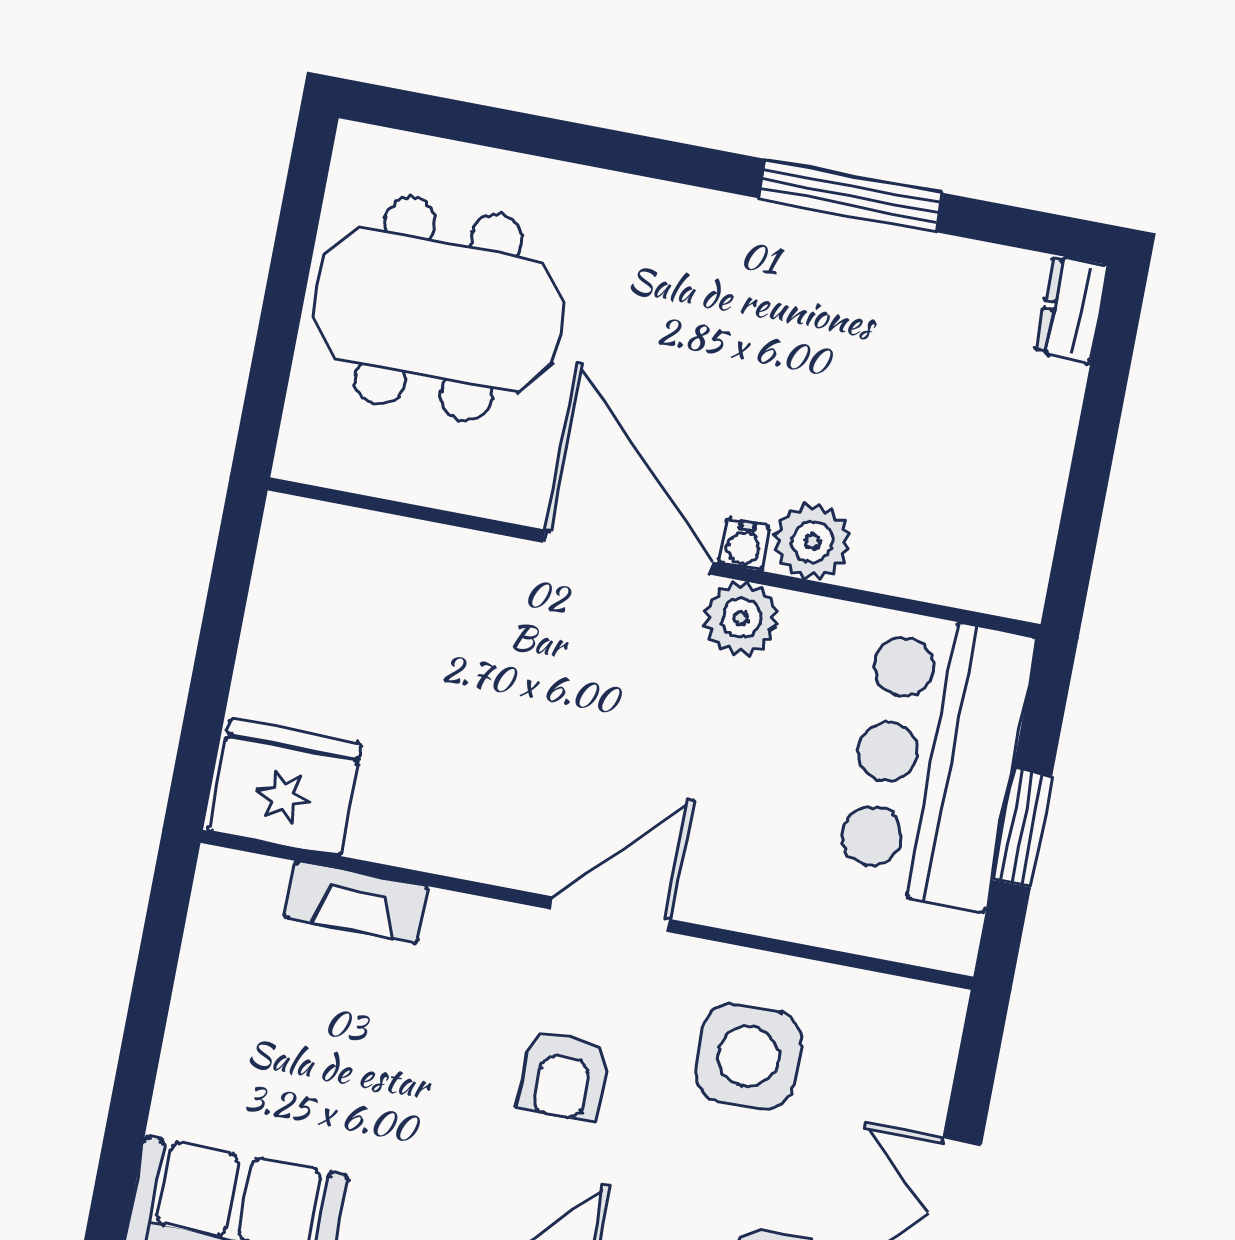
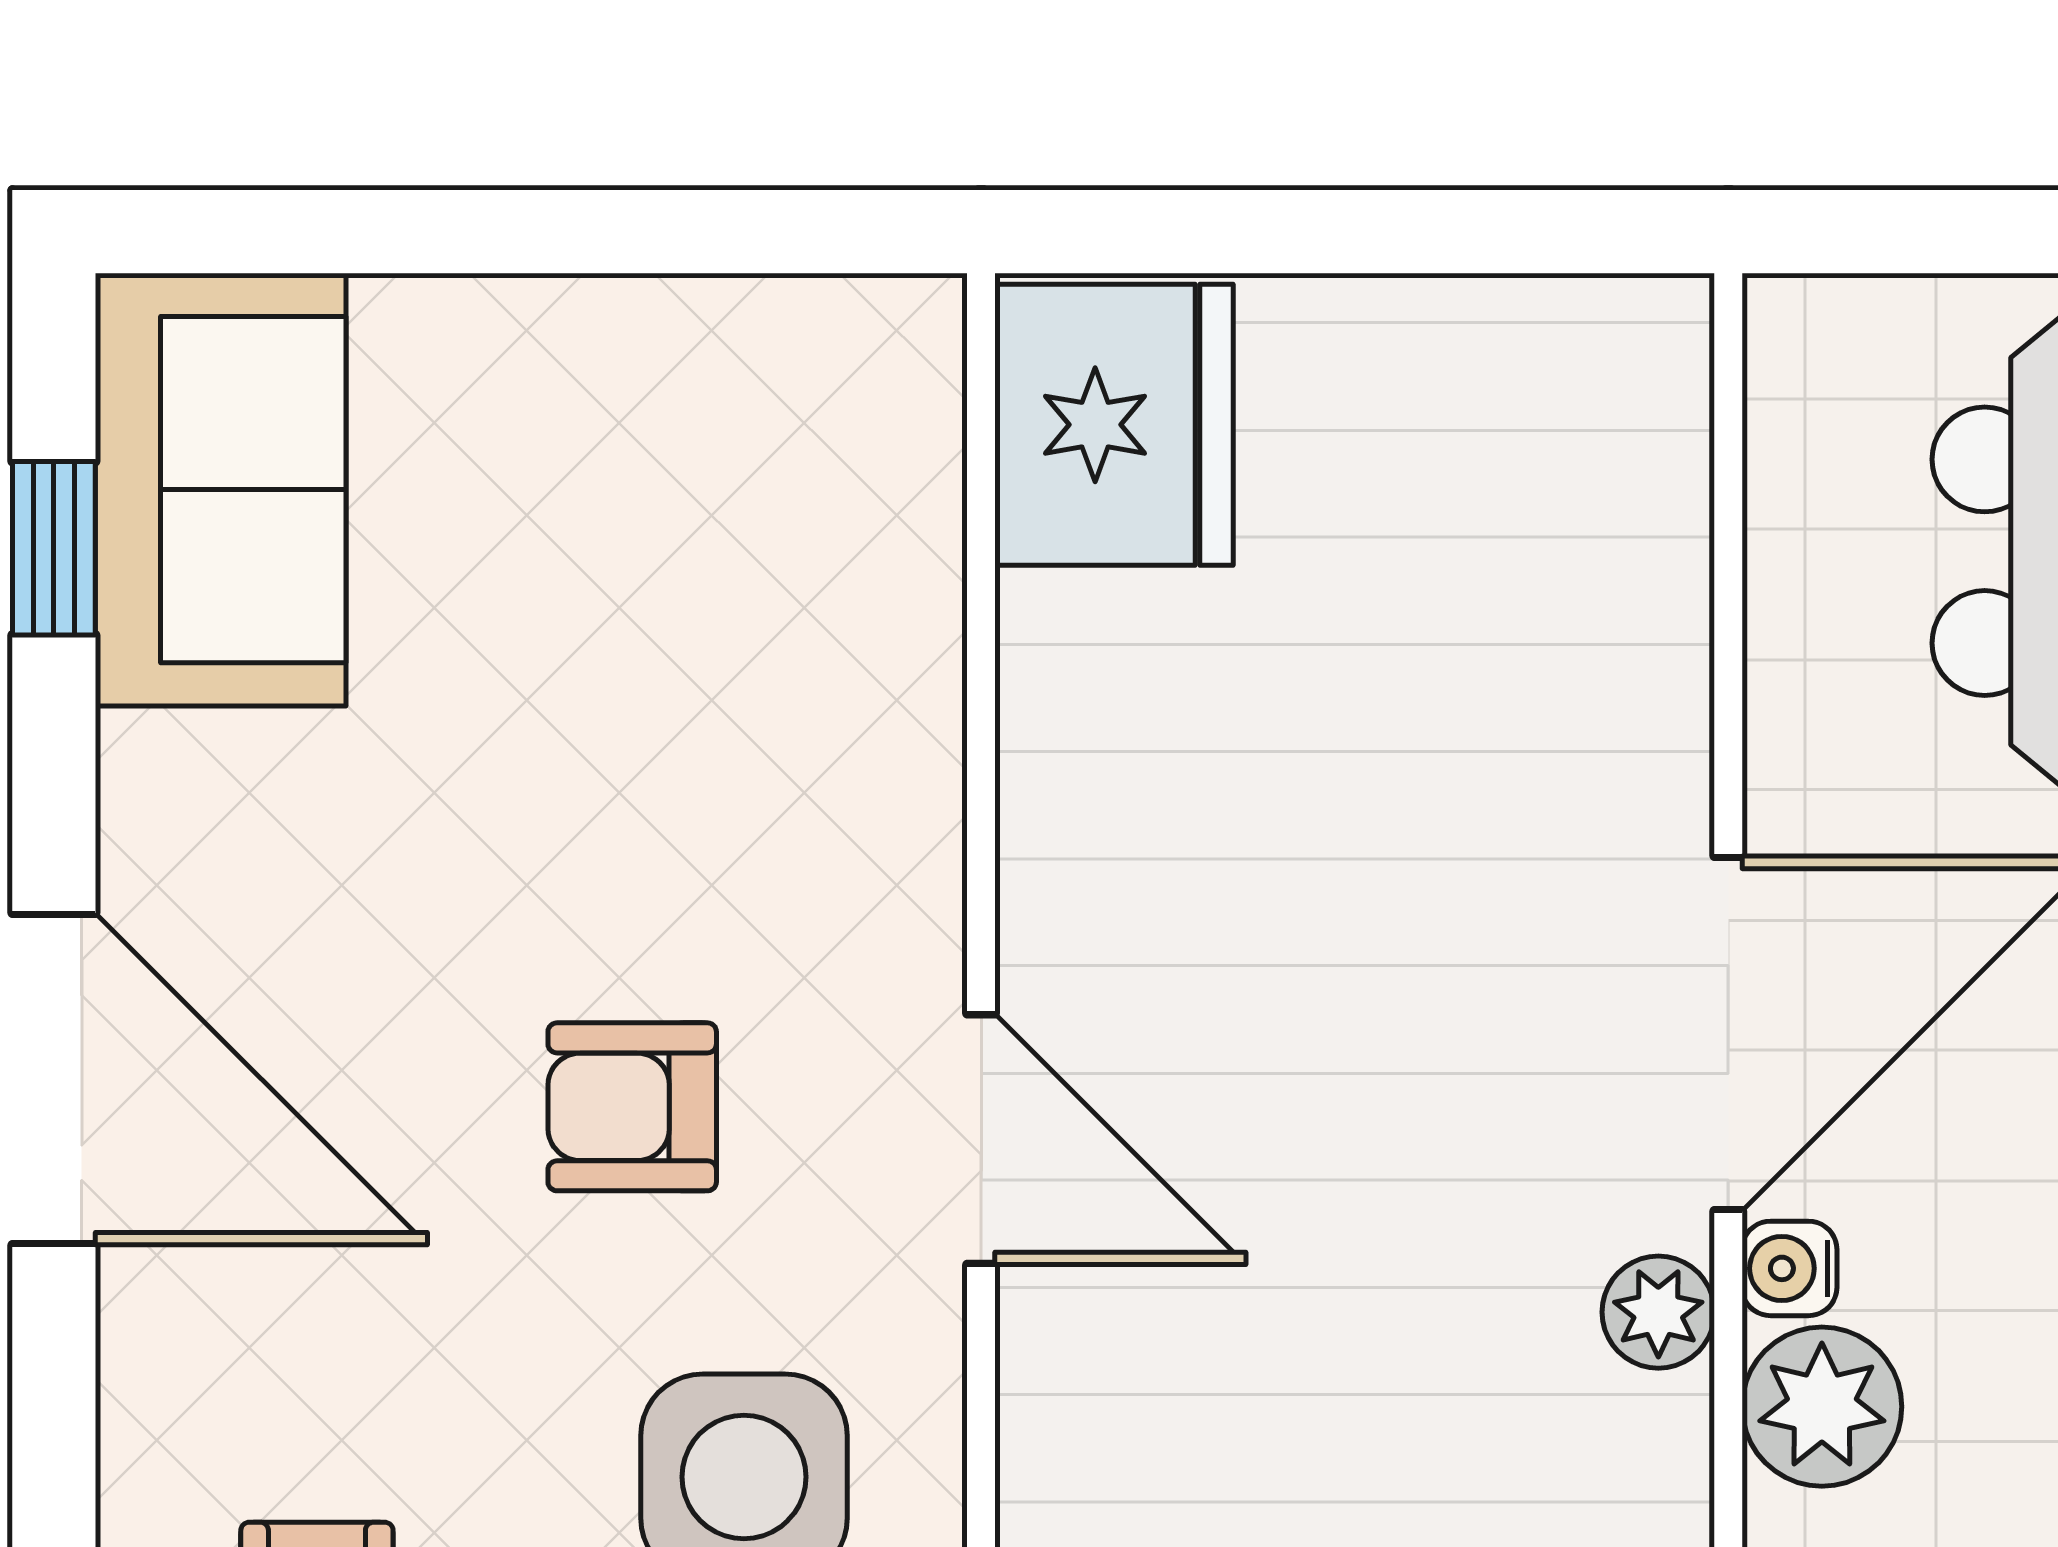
plant: (741, 618) -> (1658, 1312), width x0.73, depth x0.73
fireplace: (356, 902) -> (907, 615), removed

